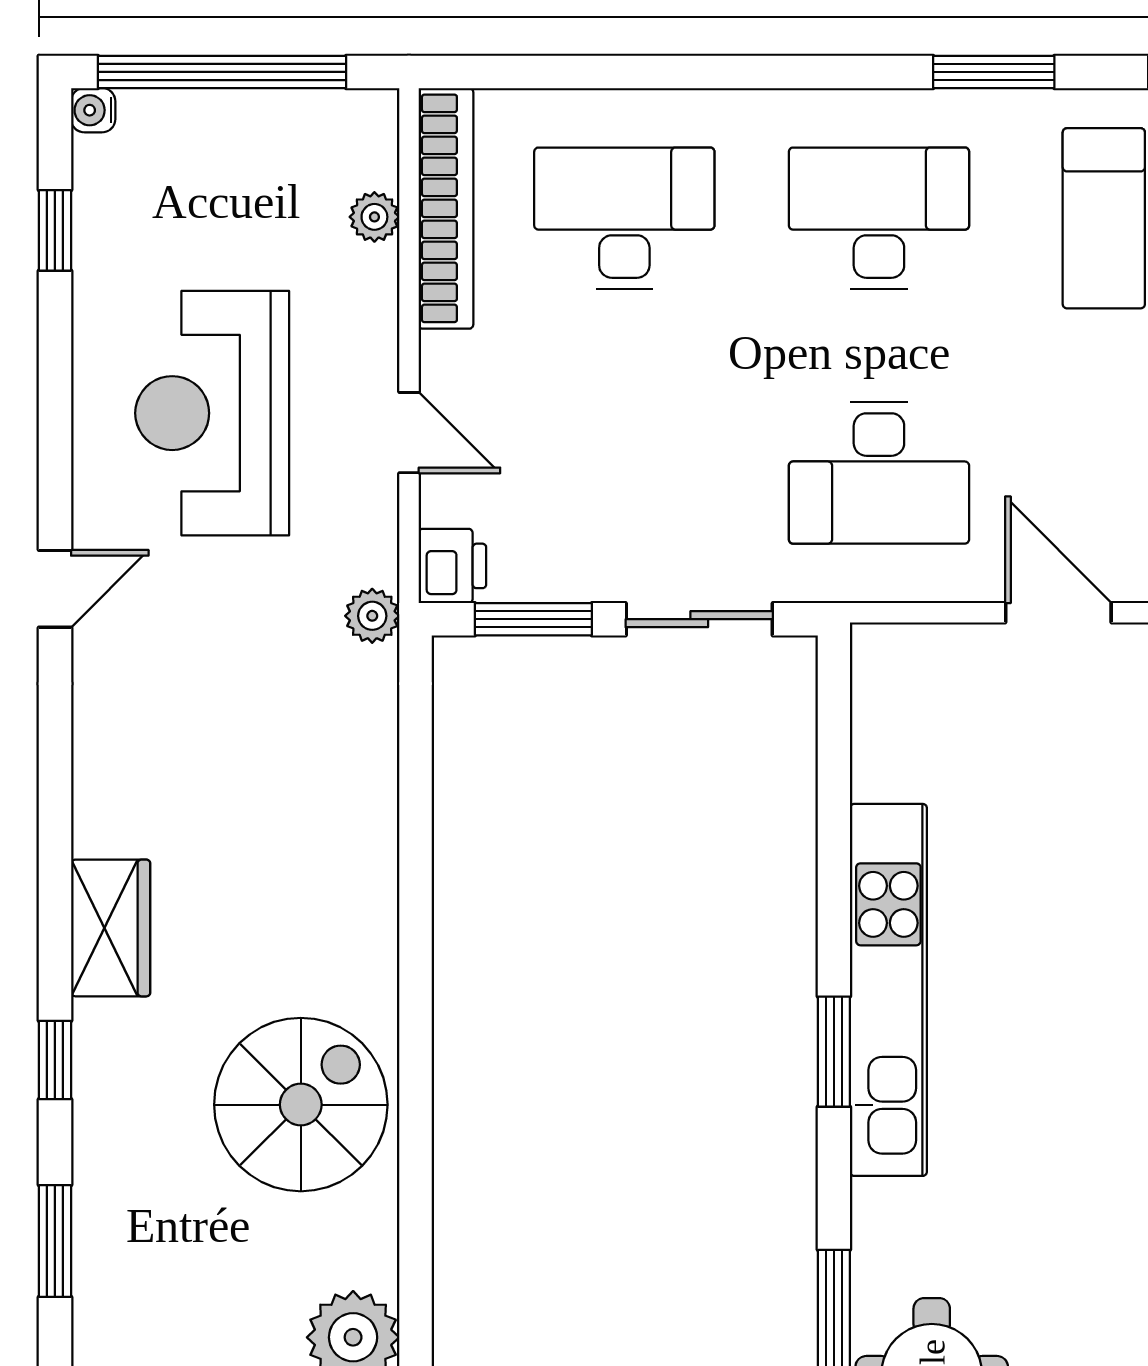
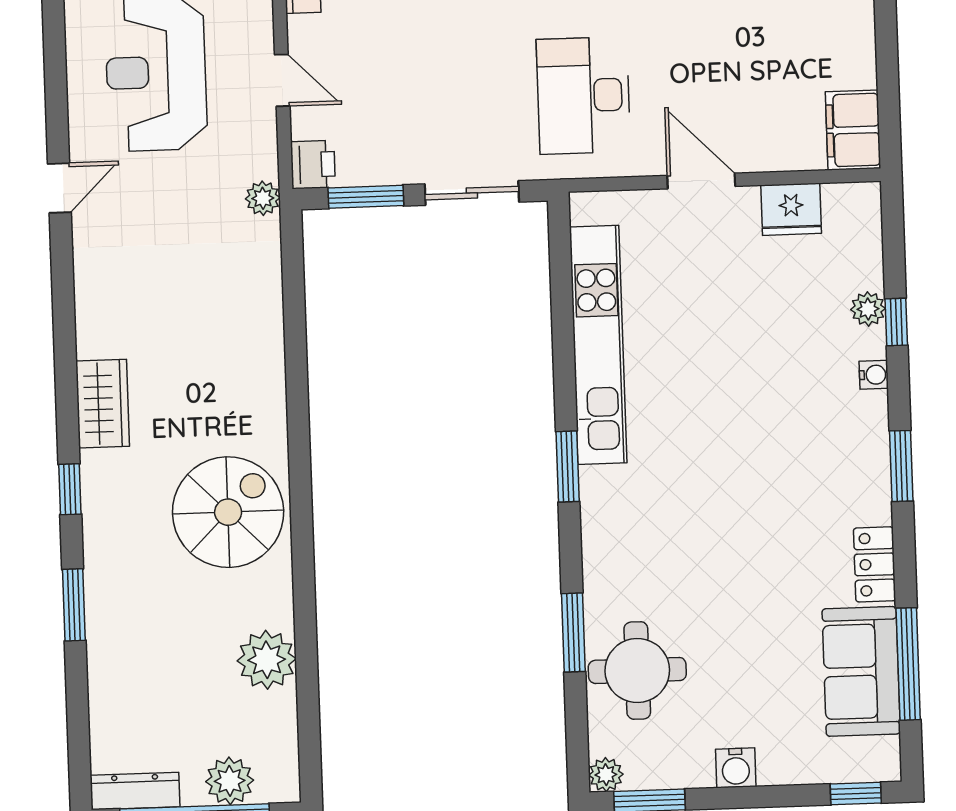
desk: (879, 473) -> (583, 95), turned 90
kitchen unit: (888, 990) -> (598, 345), moved

